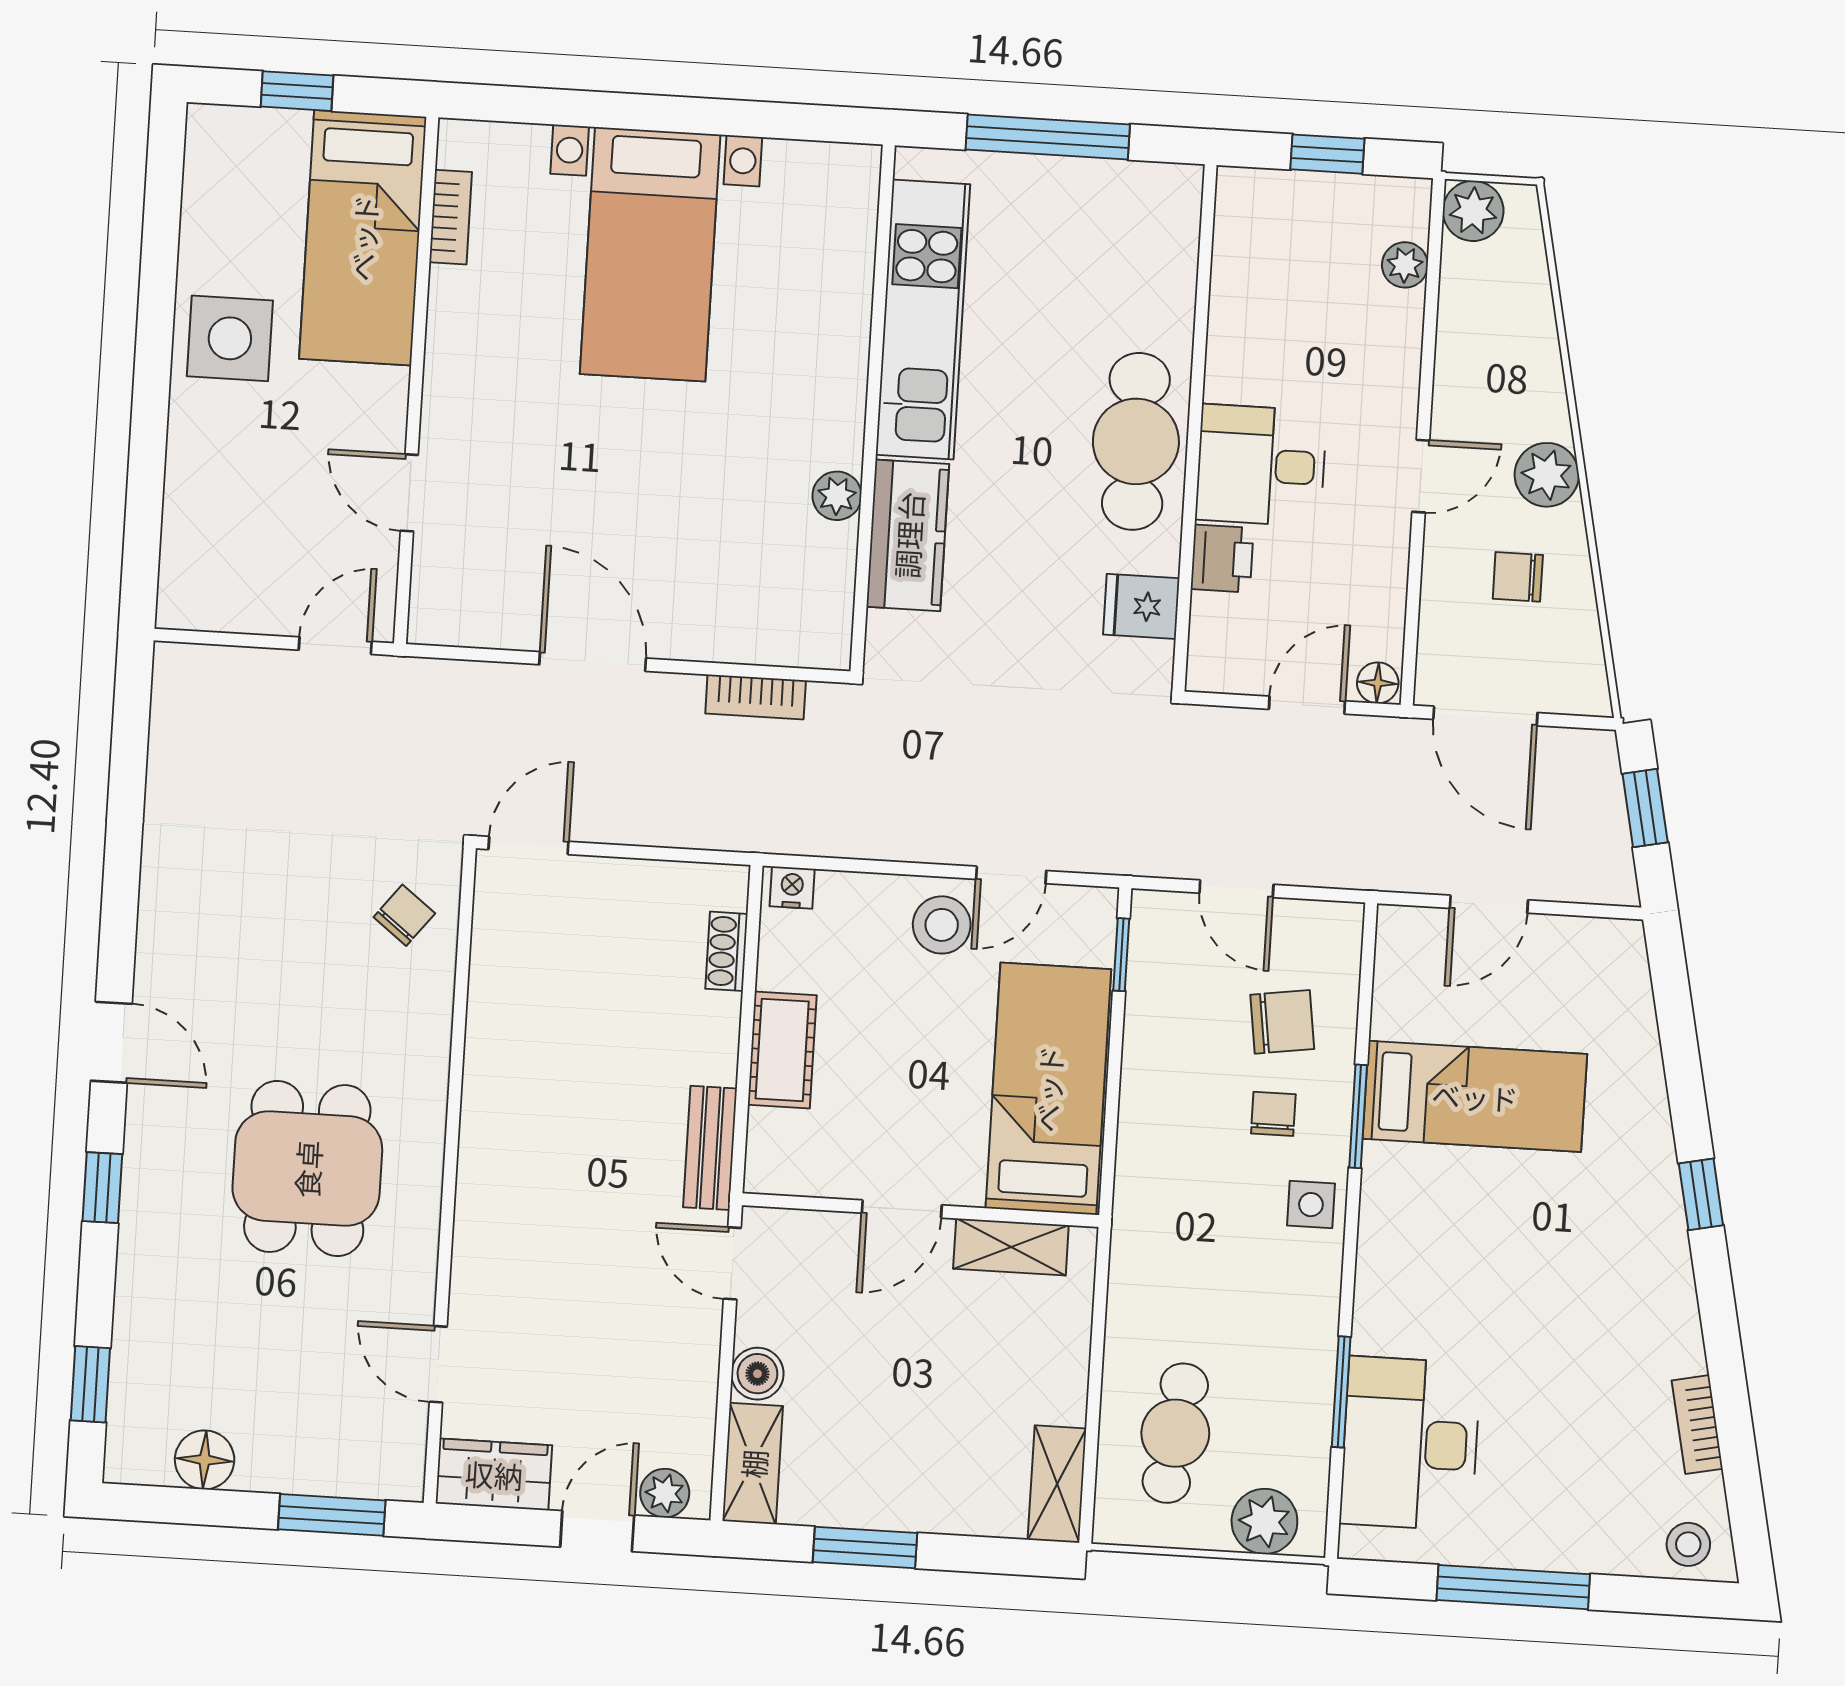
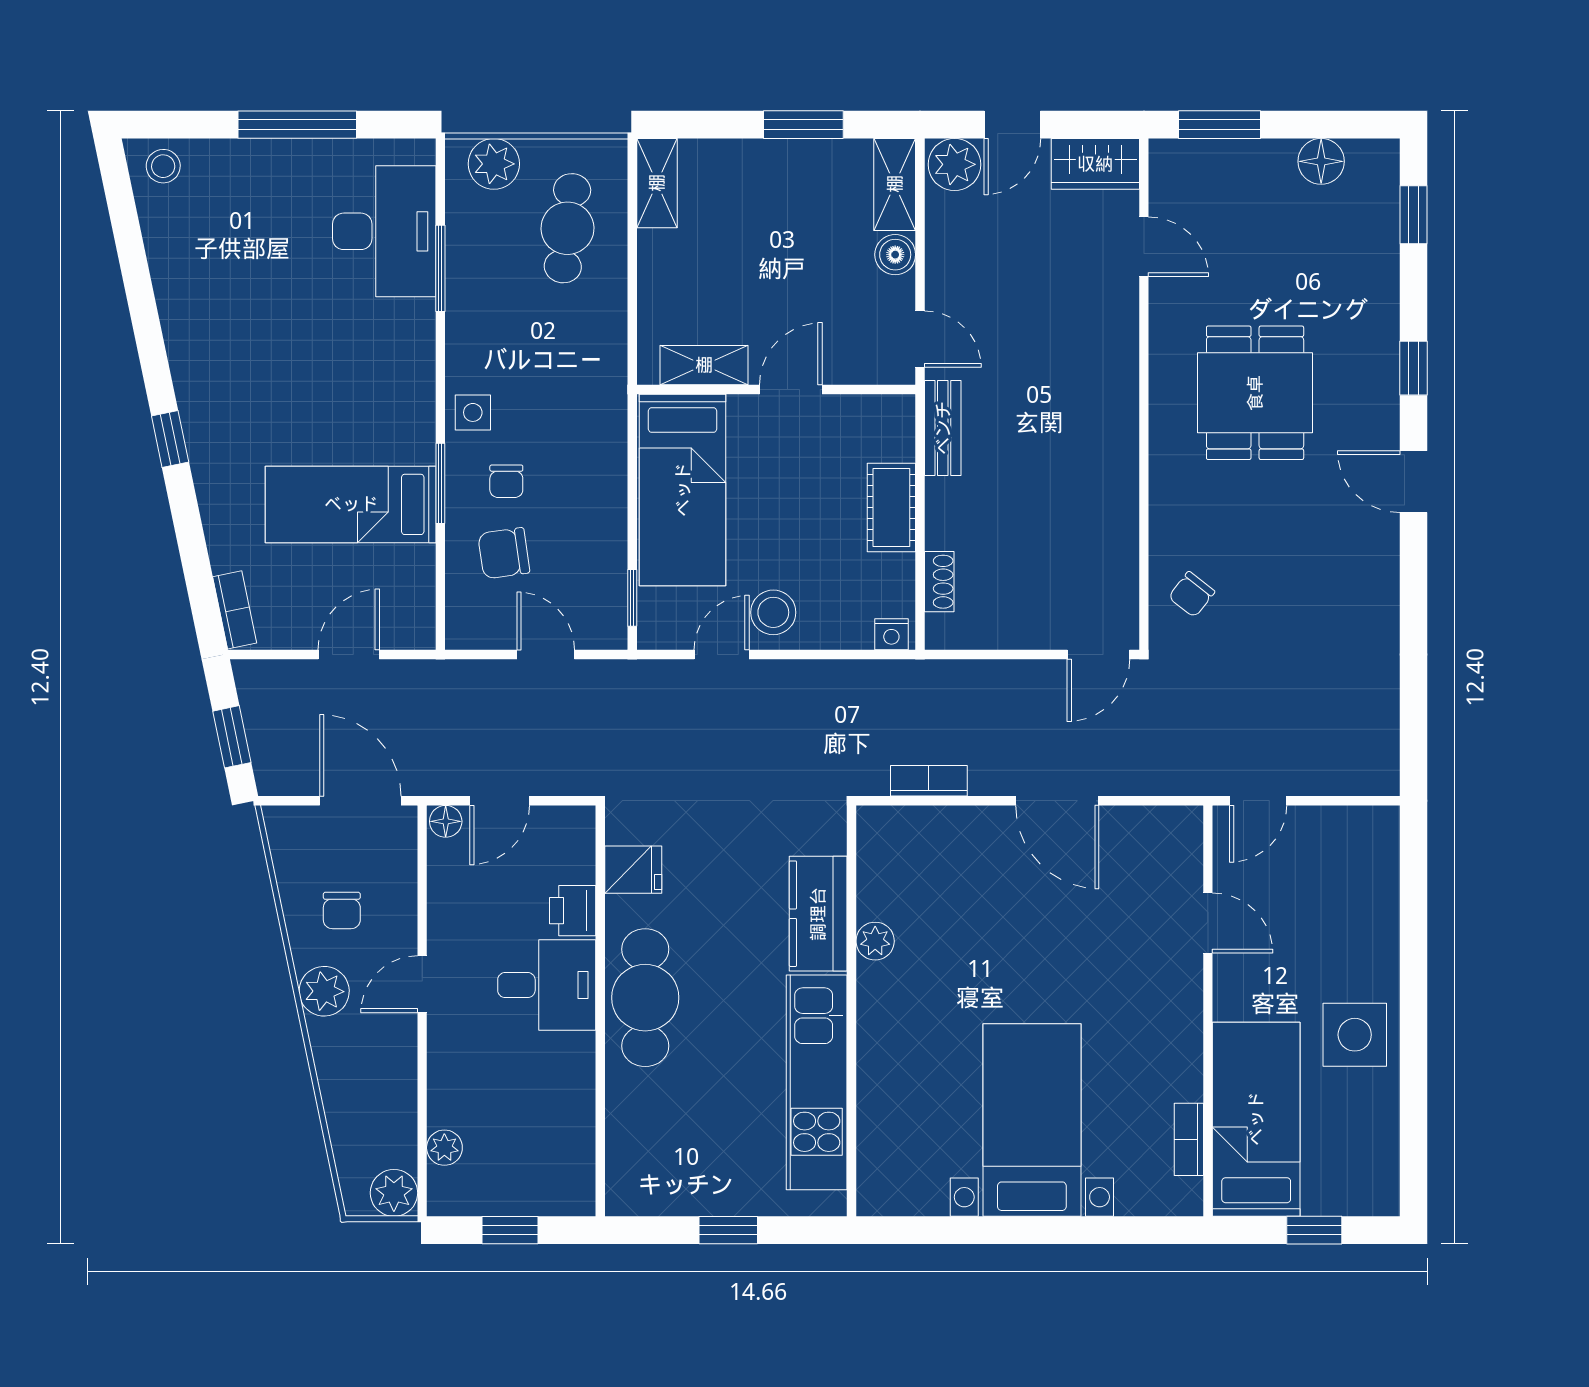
window: (1048, 137) -> (728, 1230), width x0.46
chair: (1518, 577) -> (342, 910), turned 90
bookcase: (1697, 1425) -> (235, 610), moved
plant: (665, 1493) -> (954, 164), width x1.38, depth x1.38

